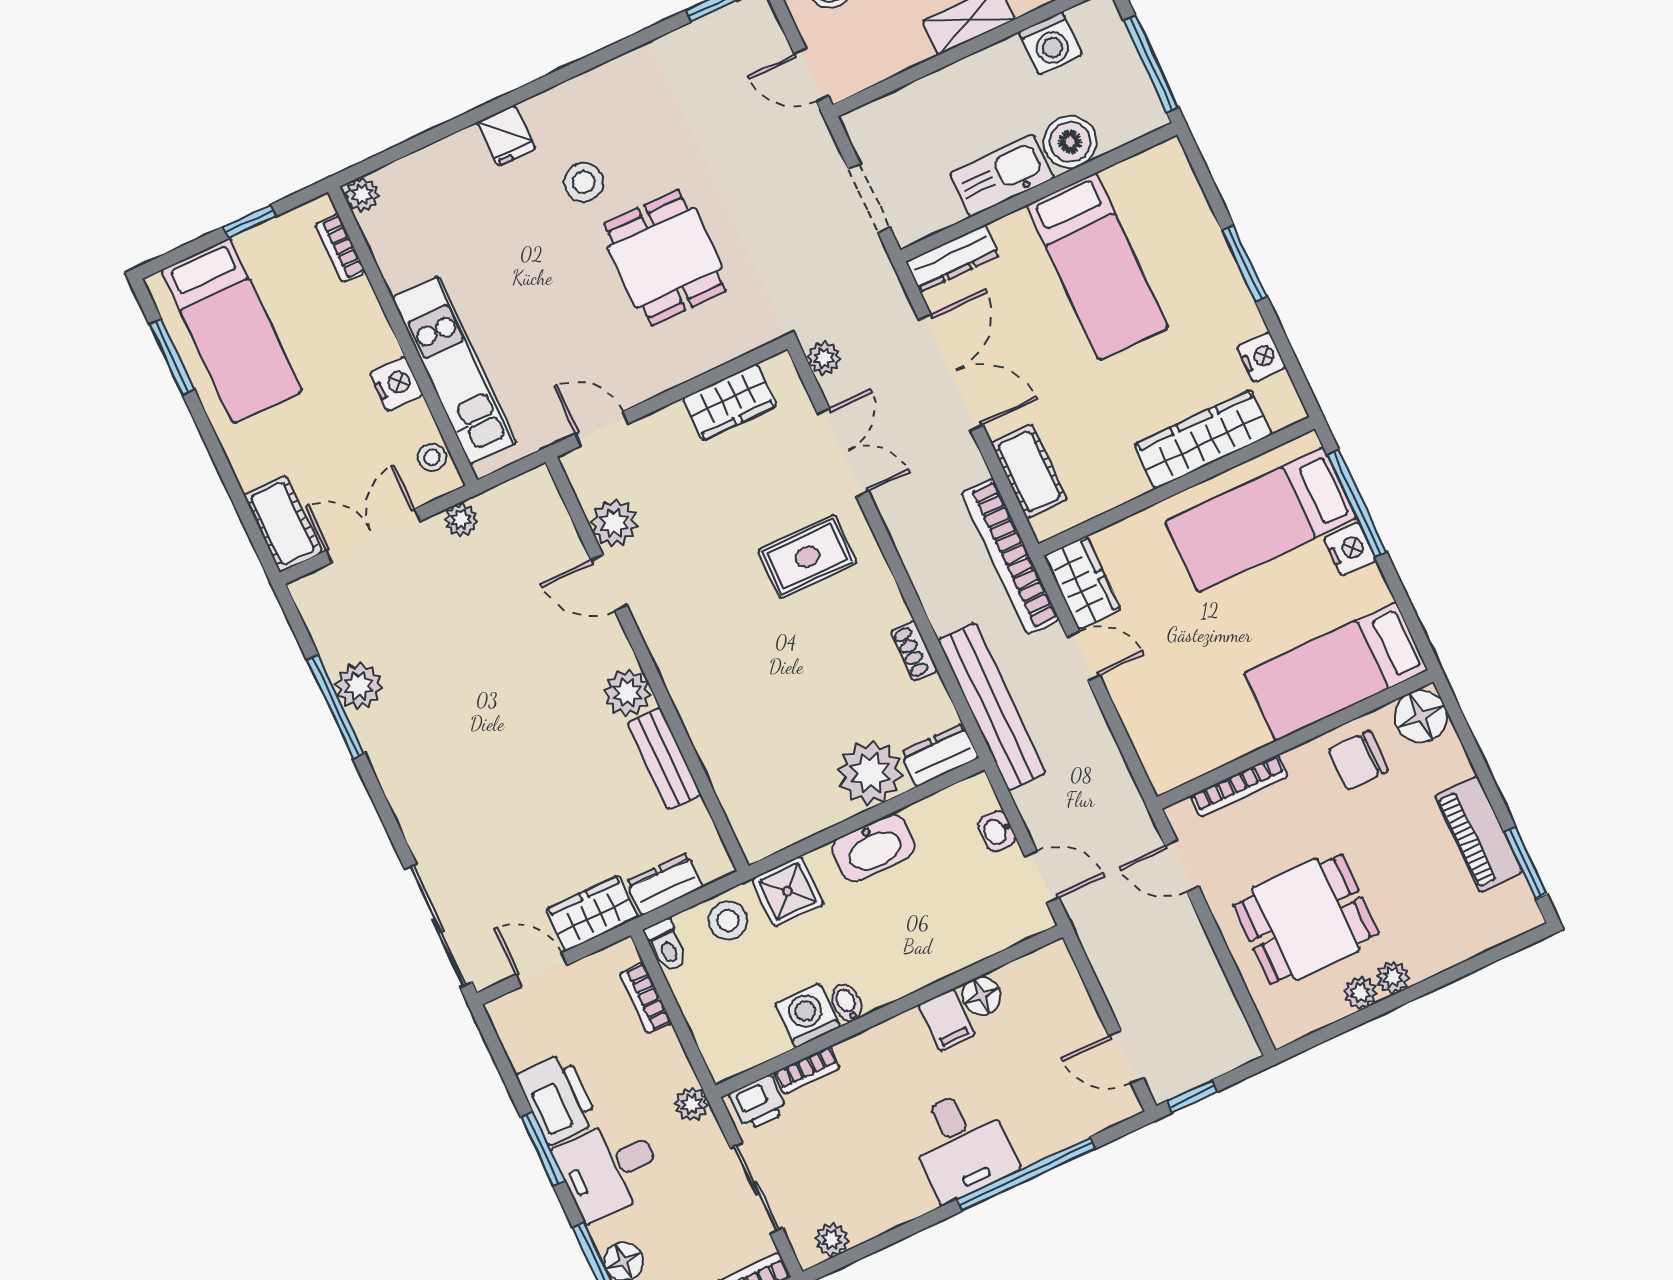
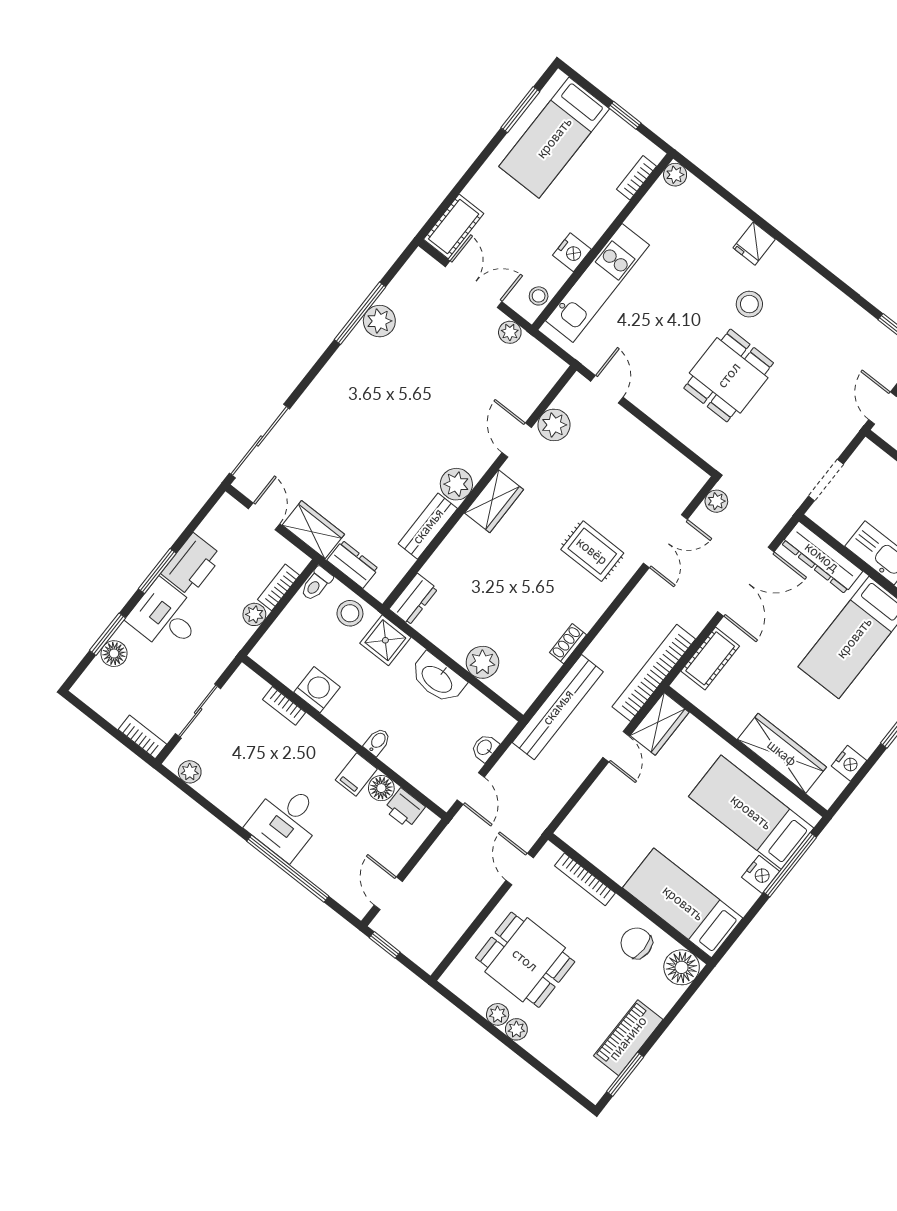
dresser: (953, 258) -> (822, 557), width x1.37, depth x1.24
wardrobe: (730, 402) -> (494, 501), moved, turned -90
dresser: (940, 755) -> (413, 599), moved, turned 90
plant: (870, 773) -> (482, 662), width x0.73, depth x0.73
bidet: (847, 1003) -> (377, 742), moved
printer: (758, 1103) -> (404, 808), moved
plant: (692, 1104) -> (254, 614), moved

